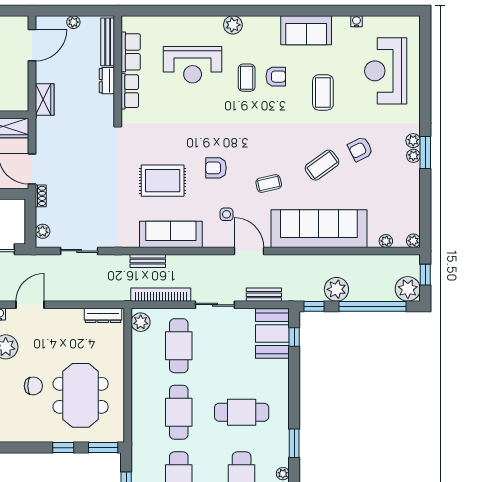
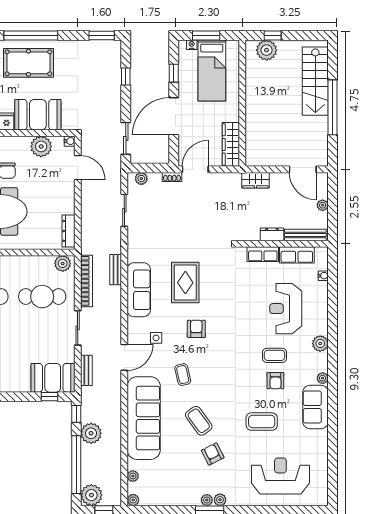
water cooler: (356, 21) -> (323, 276), moved
plant: (273, 22) -> (323, 378), added

